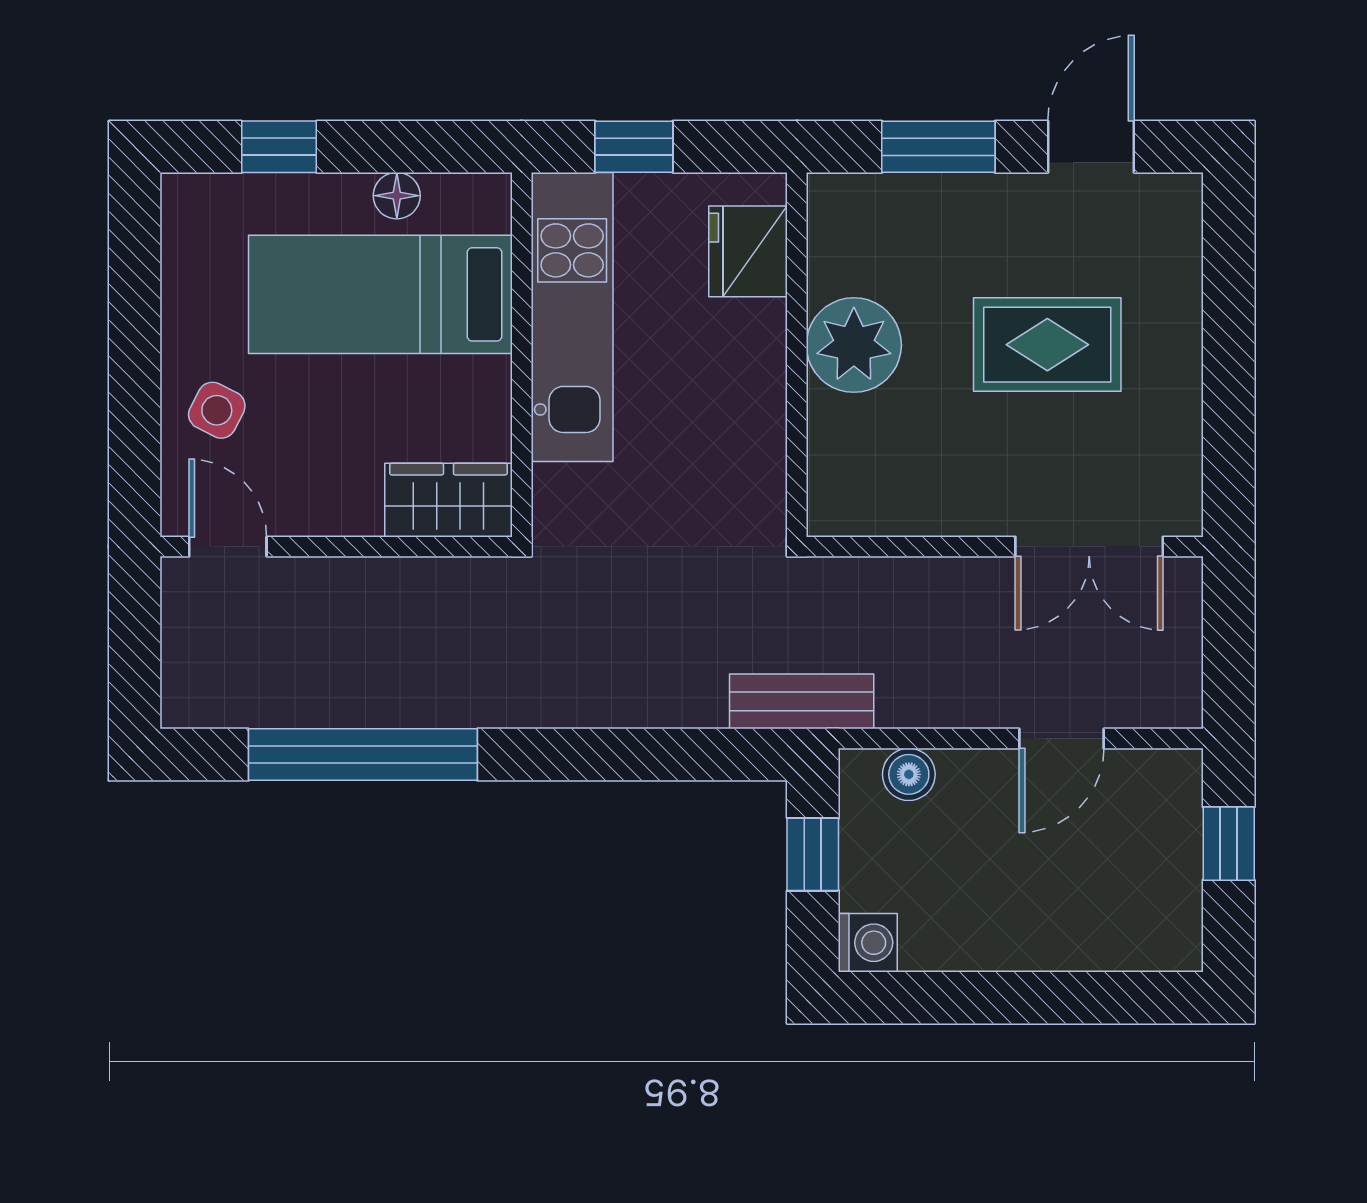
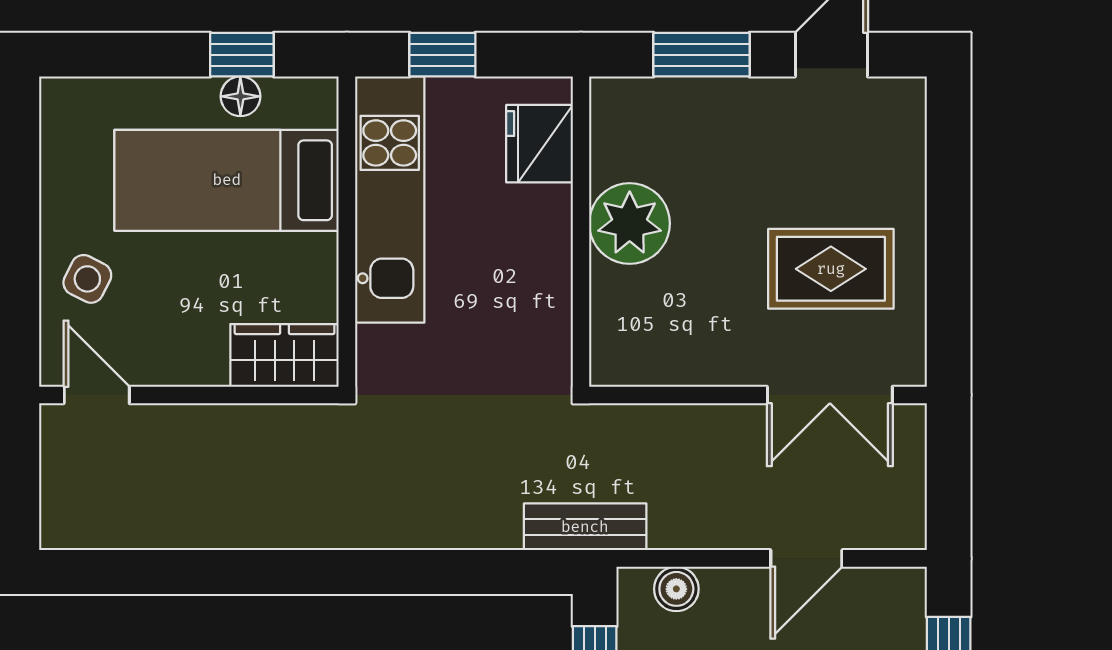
window: (279, 147) -> (242, 55), moved
rug: (1047, 345) -> (831, 269), moved
window: (363, 755) -> (212, 572), removed

